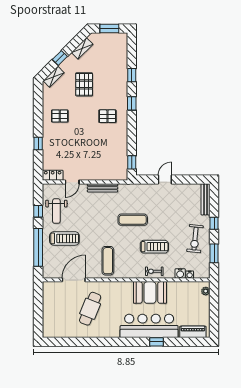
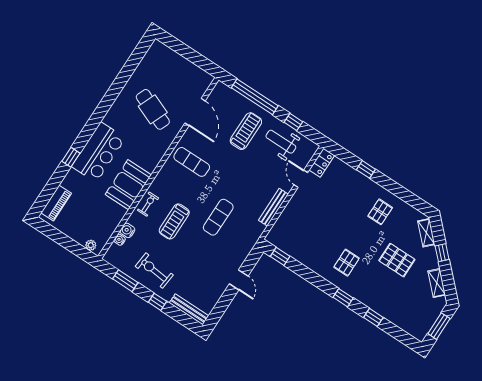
treadmill: (64, 238) -> (246, 131), turned 180
bar counter: (149, 326) -> (98, 152), width x0.73

